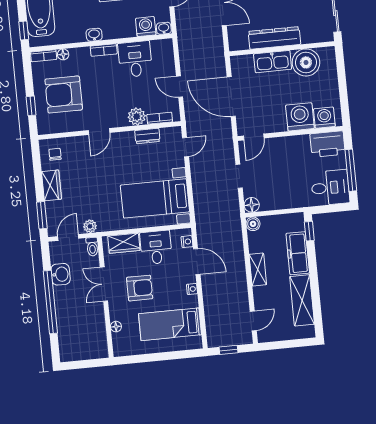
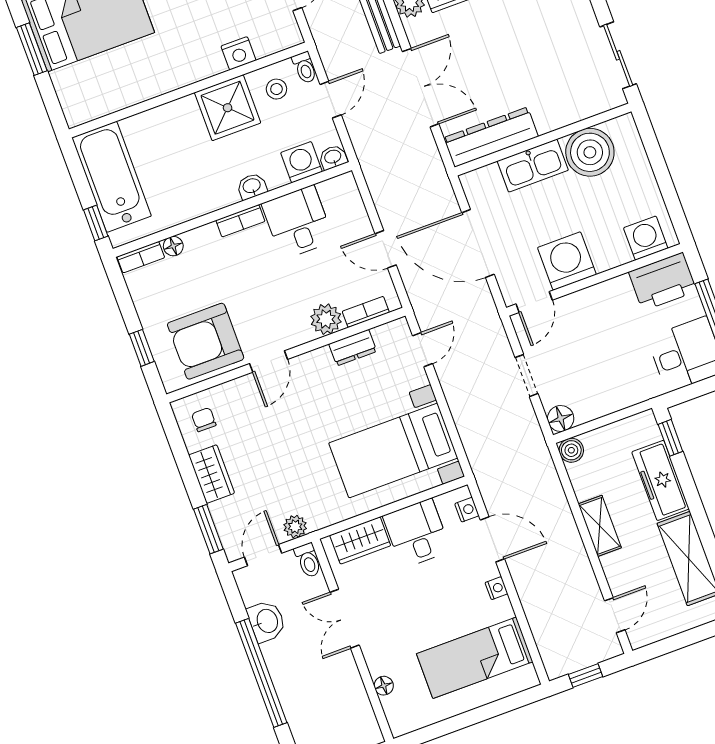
washbasin: (94, 35) -> (252, 186), moved
dresser: (274, 38) -> (491, 137), moved
armchair: (64, 94) -> (206, 341), moved
washing machine: (300, 117) -> (567, 261), moved
armchair: (140, 288) -> (407, 610), removed

